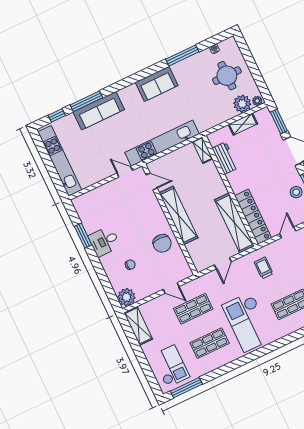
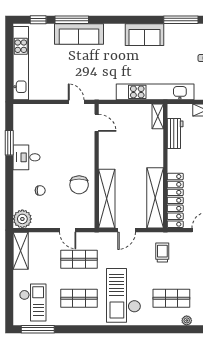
kitchen unit: (162, 143) -> (155, 92), moved
shelving: (179, 215) -> (107, 199), moved

